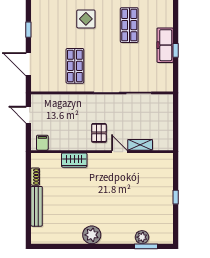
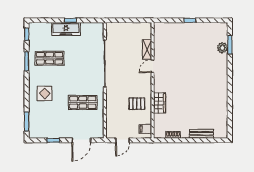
pallet: (99, 133) -> (137, 104), moved
bench: (37, 206) -> (201, 134), width x0.73
plant: (92, 235) -> (220, 89), removed

